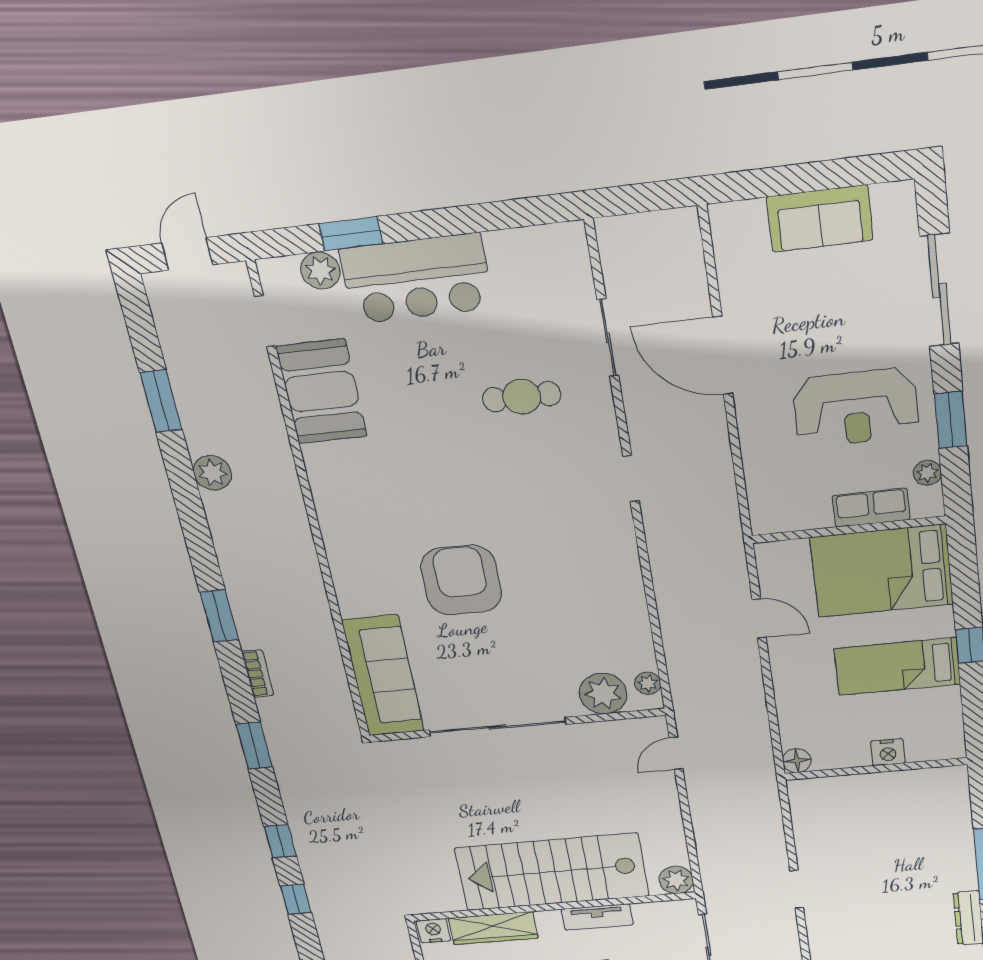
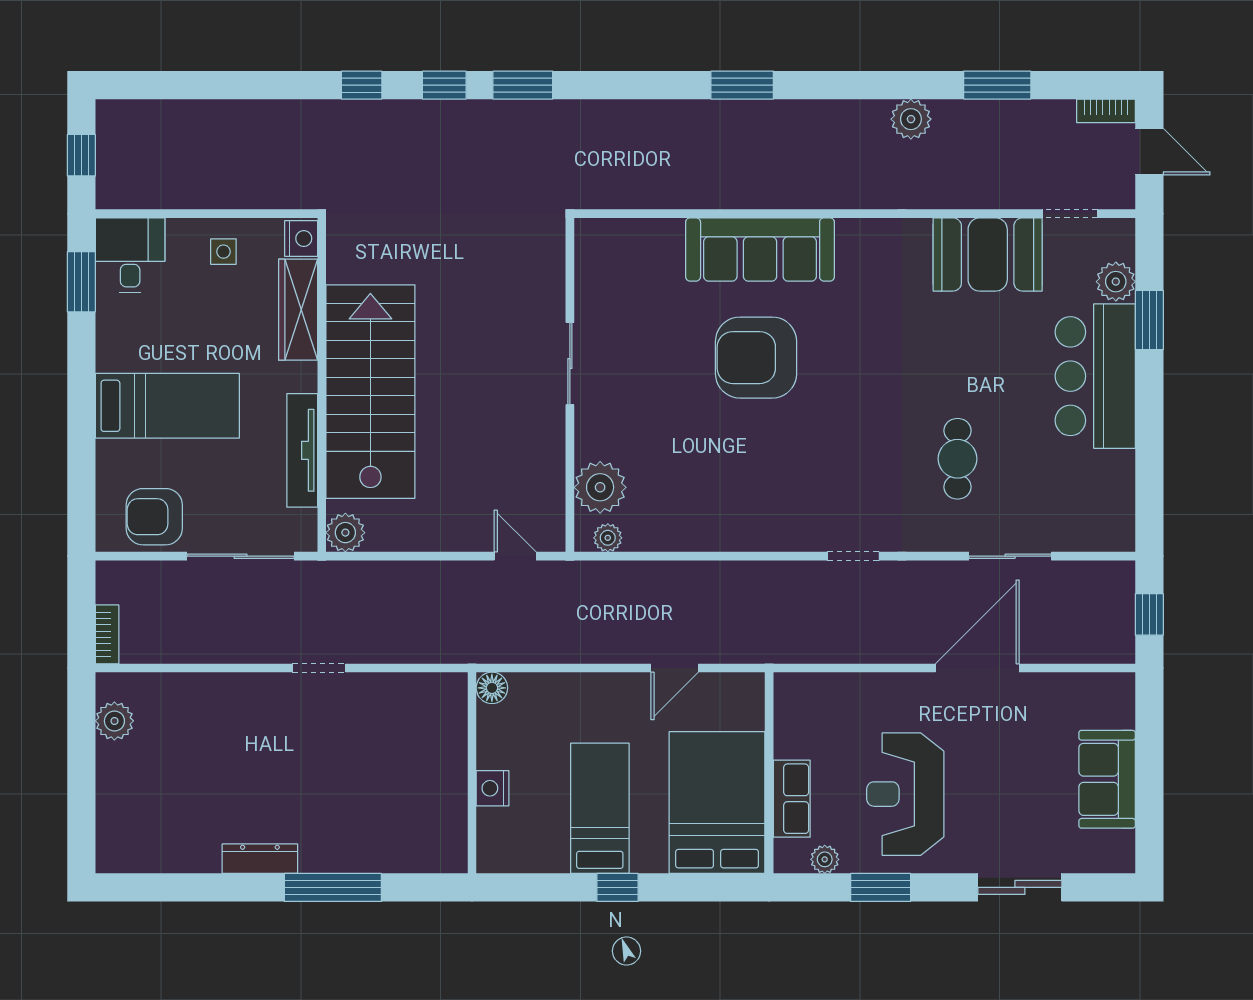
window: (645, 197) -> (1149, 614), added
sliding door: (939, 290) -> (1020, 887), width x0.73
armchair: (461, 580) -> (756, 358), turned 180
bookcase: (258, 674) -> (1106, 111), moved
sofa: (383, 676) -> (760, 249), moved
sliding door: (497, 727) -> (570, 364), width x0.54
window: (254, 746) -> (523, 85), moved
tv unit: (597, 917) -> (302, 450), width x1.41

